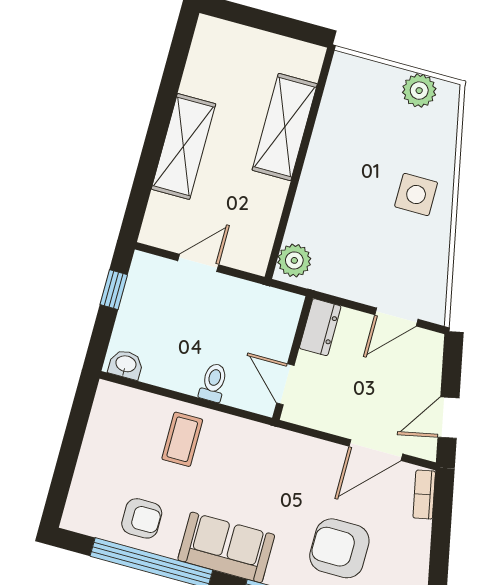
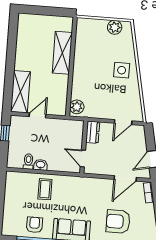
shelving: (183, 146) -> (21, 92), moved
washbasin: (126, 365) -> (41, 165), moved
toilet: (213, 383) -> (28, 161), moved
armchair: (142, 518) -> (35, 225), turned -90

